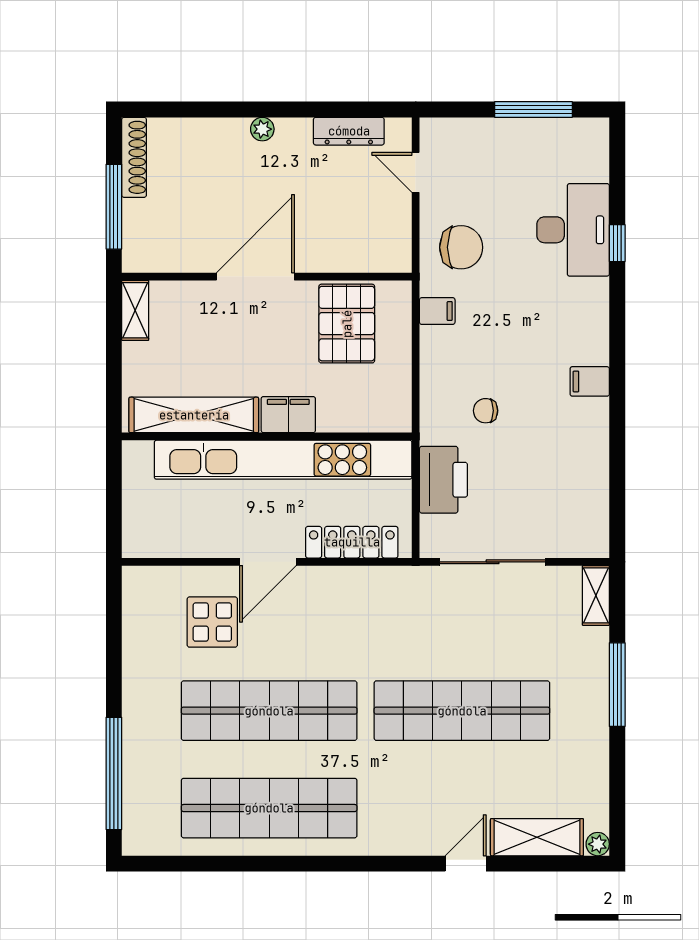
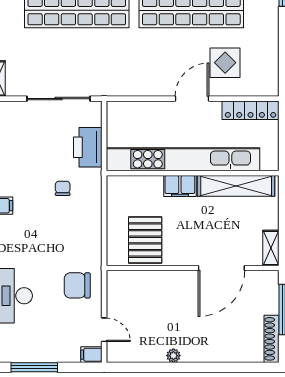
plant: (262, 129) -> (173, 356), moved
dresser: (349, 131) -> (144, 354), removed
door: (255, 277) -> (221, 268), moved
filing cabinet: (437, 311) -> (91, 355), moved
chair: (486, 411) -> (63, 188), turned -90
locker: (352, 542) -> (251, 110), moved

